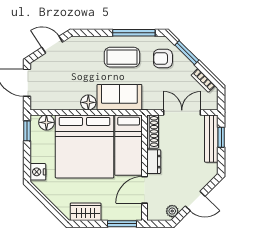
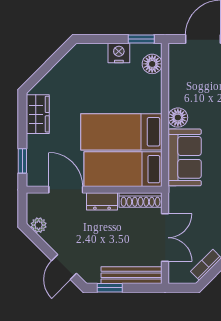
window: (221, 137) -> (110, 288), moved
bed: (85, 146) -> (121, 132), width x0.49
nightstand: (38, 172) -> (119, 53), moved
door: (195, 201) -> (64, 267), moved
window: (122, 224) -> (22, 161), width x0.67

